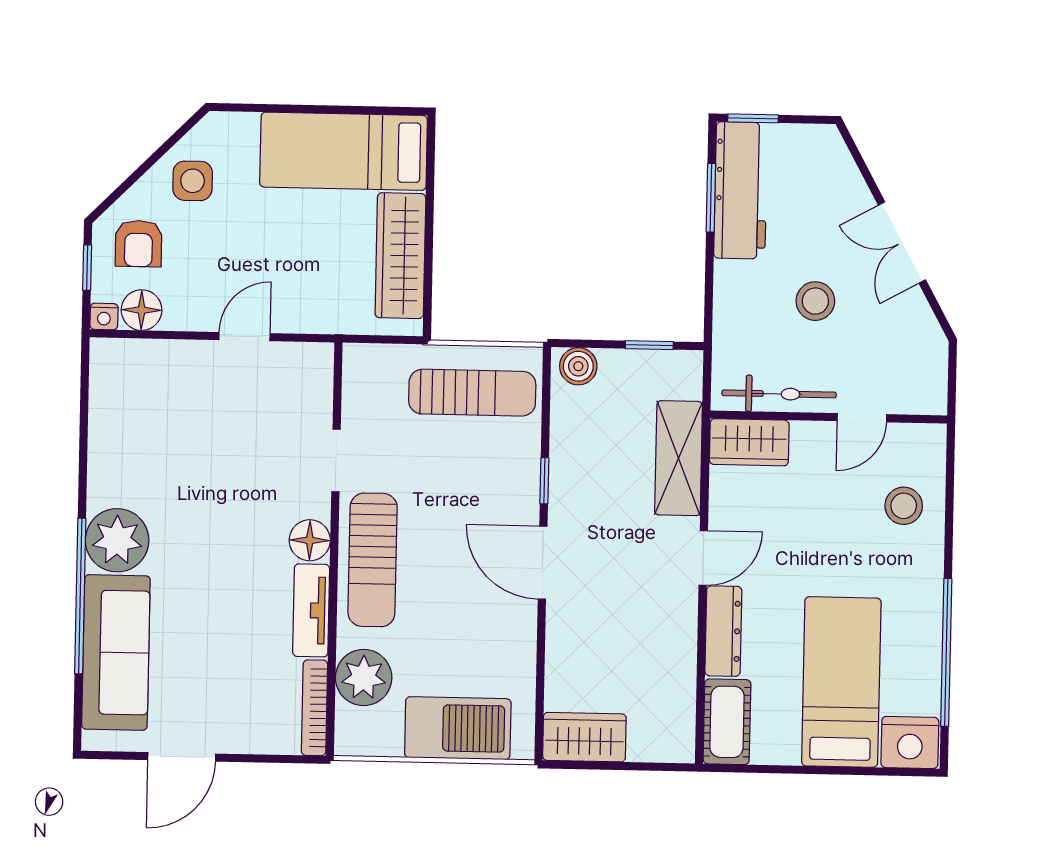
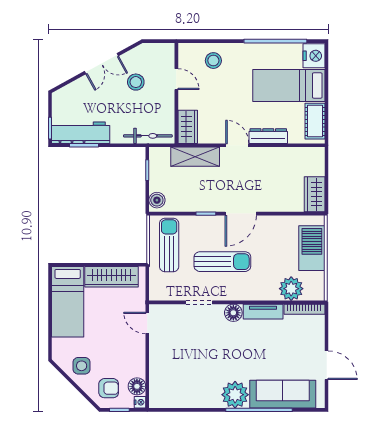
stool: (815, 301) -> (136, 82), moved
door: (244, 337) -> (147, 323), moved
bicycle: (779, 394) -> (148, 136), moved, turned 90
sun lounger: (373, 560) -> (222, 262), moved
cot: (727, 722) -> (315, 121), moved, turned 90

